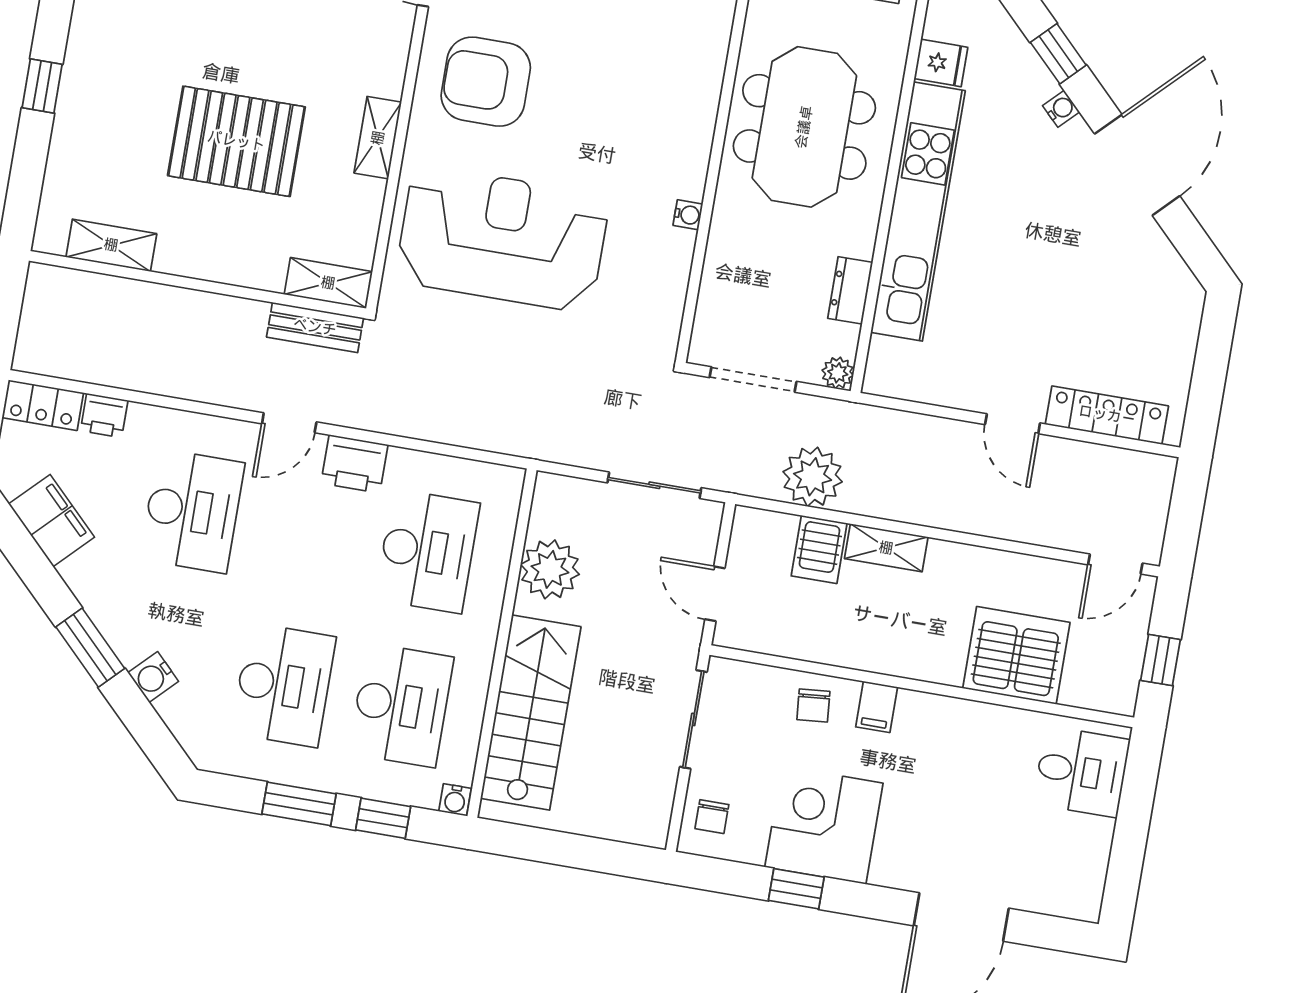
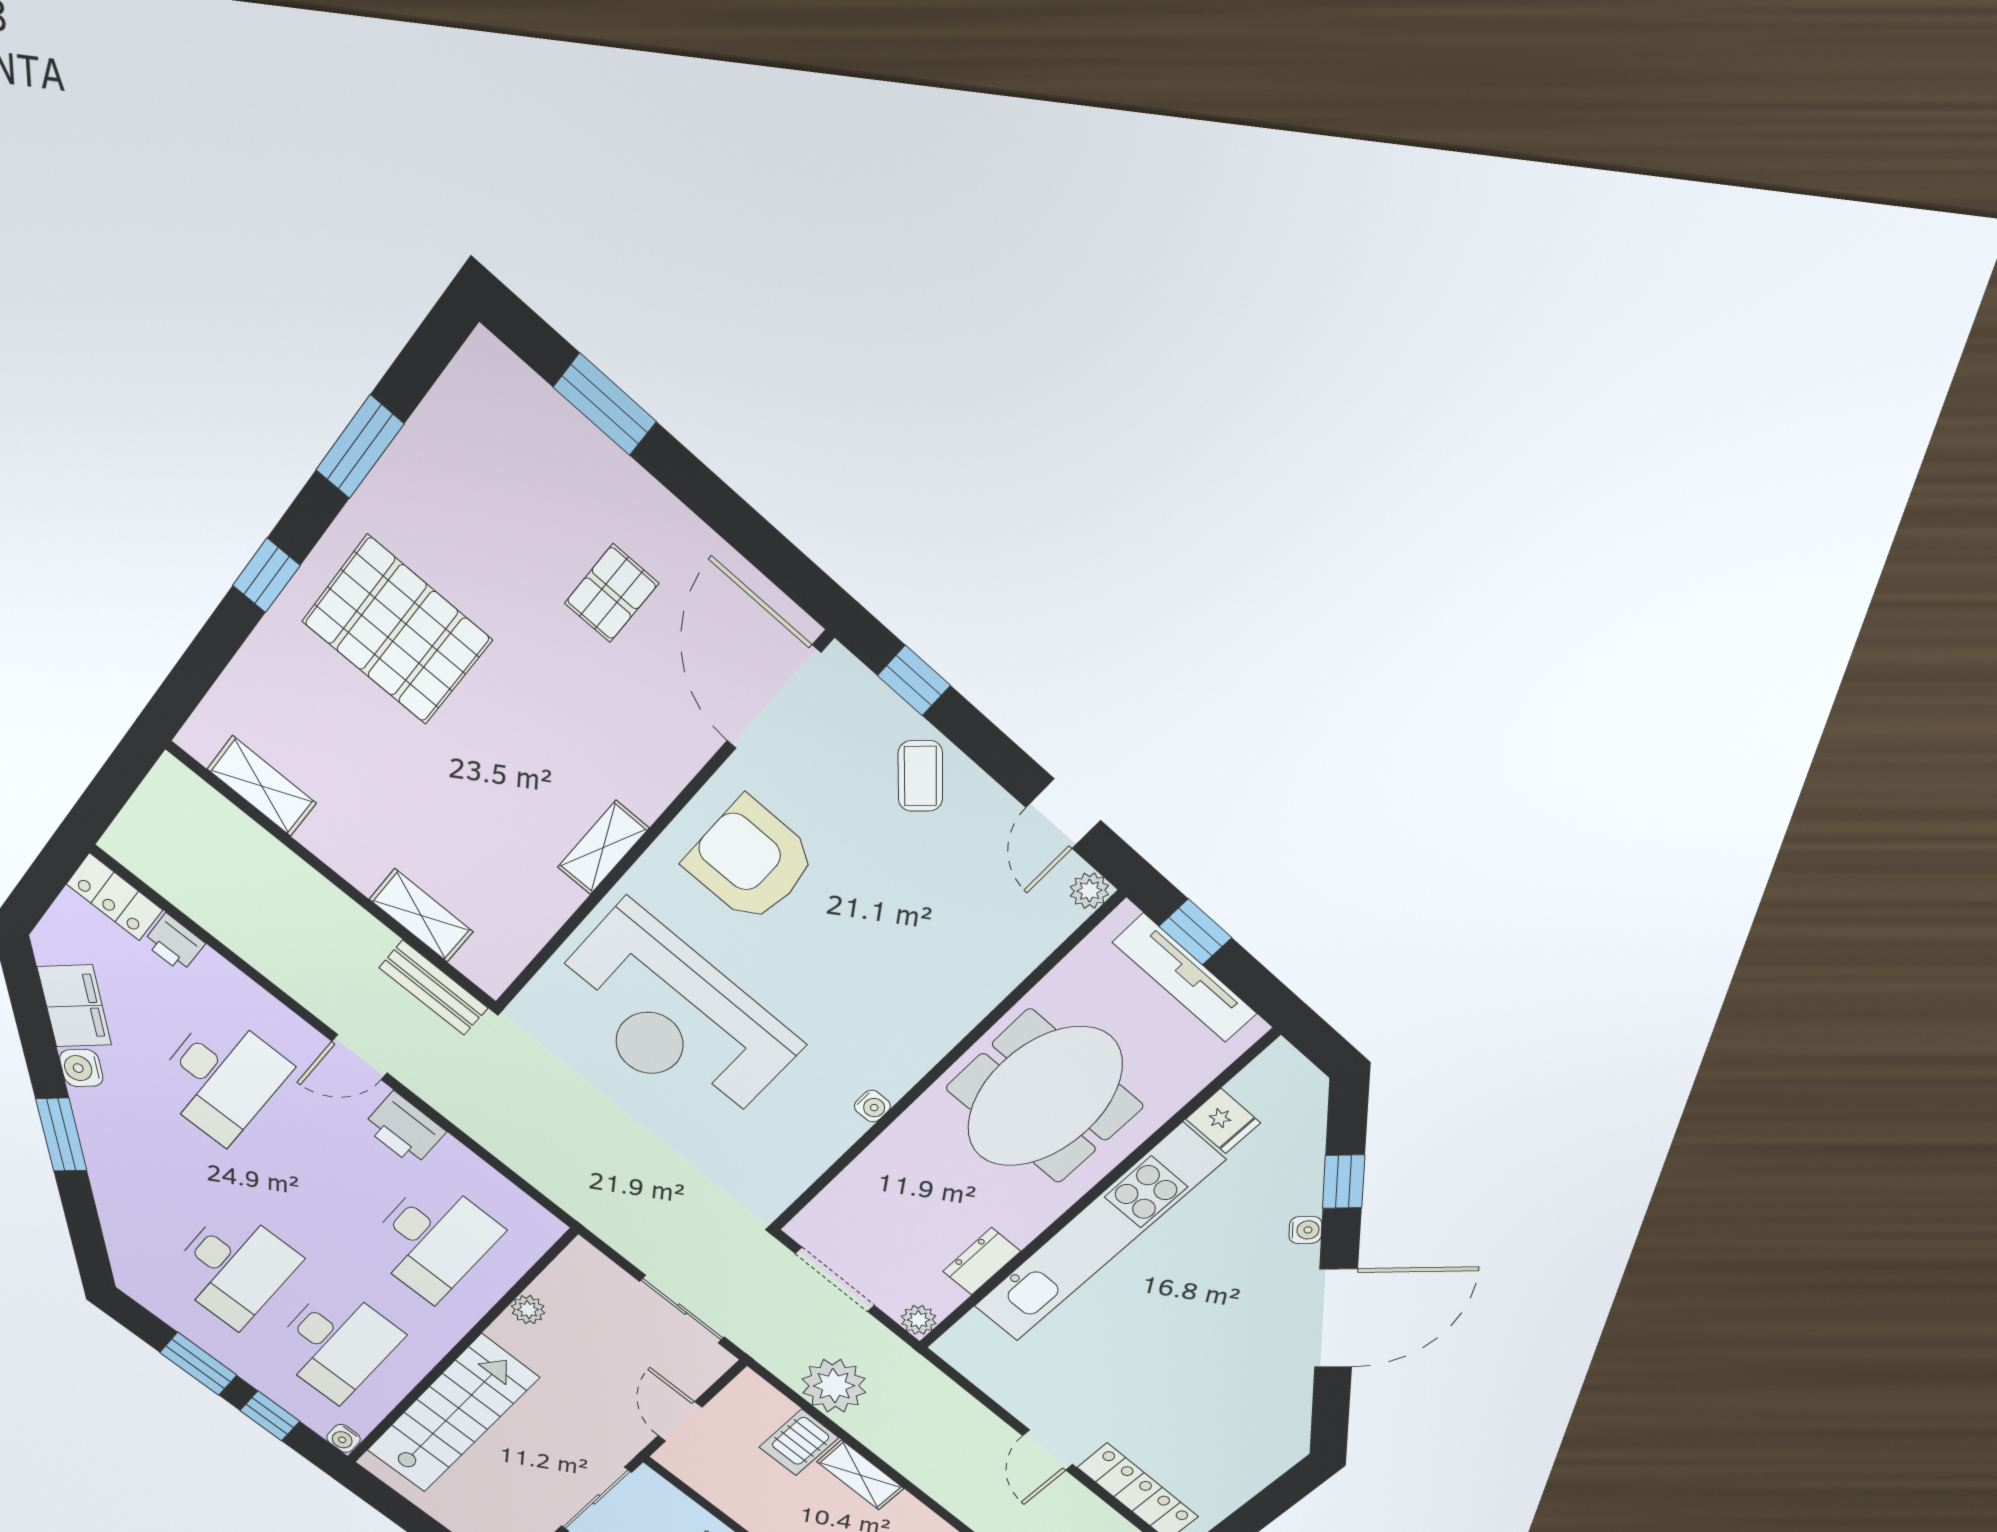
pallet: (236, 141) -> (397, 631), moved
reception desk: (502, 239) -> (673, 1018), turned 180
shelving: (328, 283) -> (421, 915), moved
plant: (550, 569) -> (528, 1310), width x0.53, depth x0.53
water cooler: (153, 677) -> (81, 1068), moved

